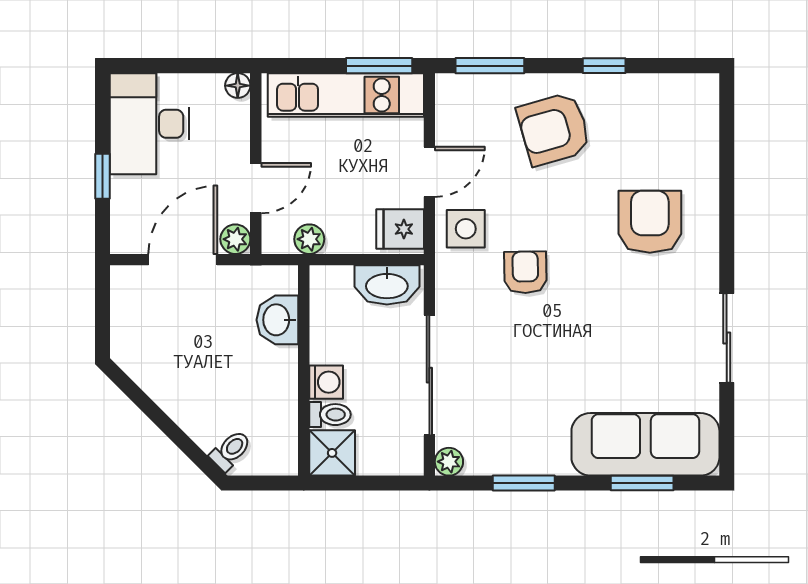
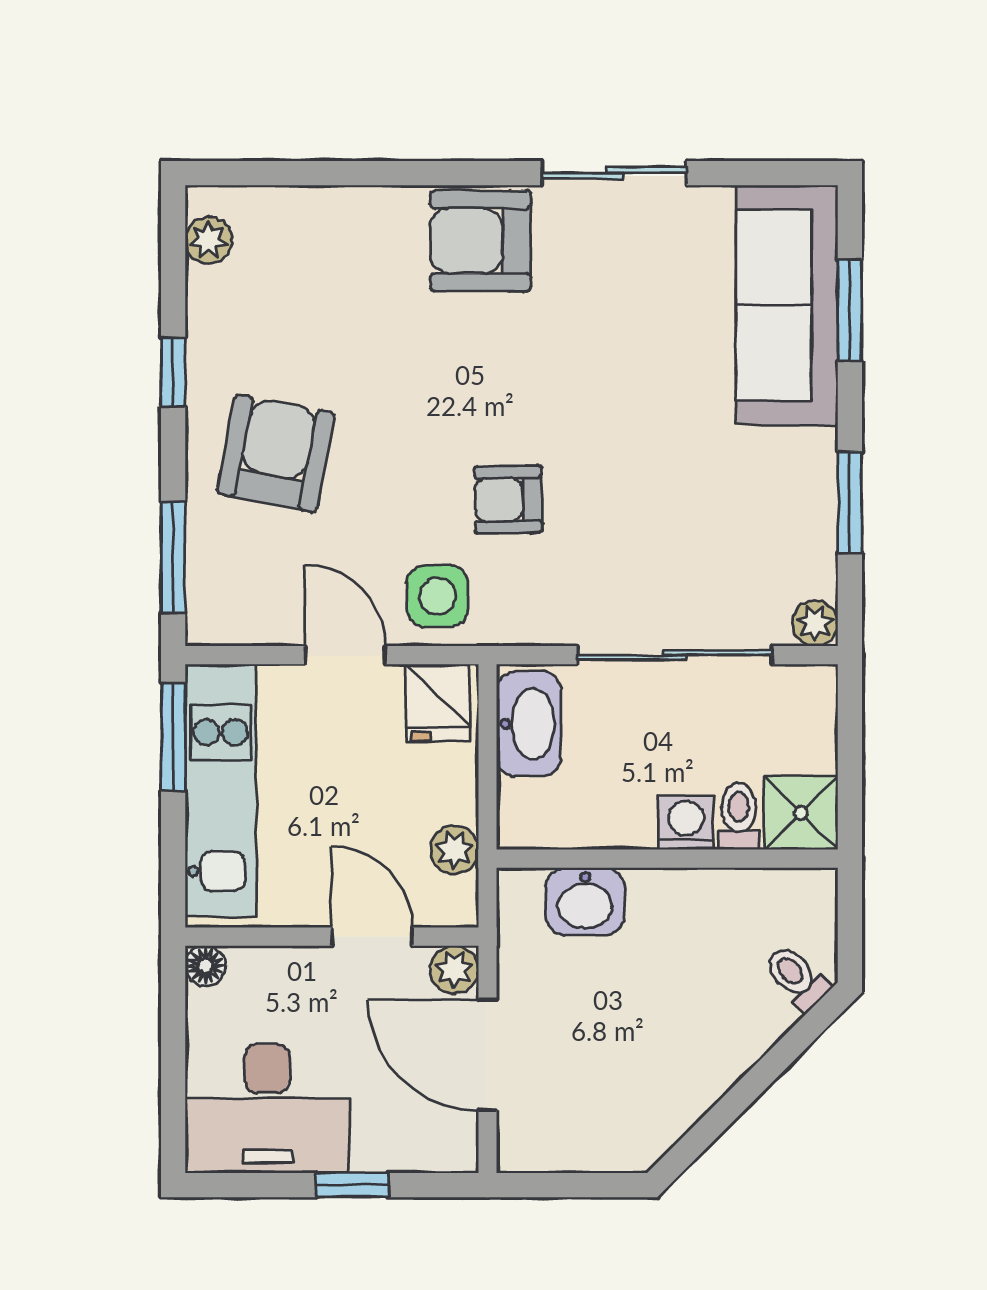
plant: (685, 88) -> (209, 240), added
armchair: (554, 129) -> (276, 453), turned -153
armchair: (650, 222) -> (480, 241), moved

